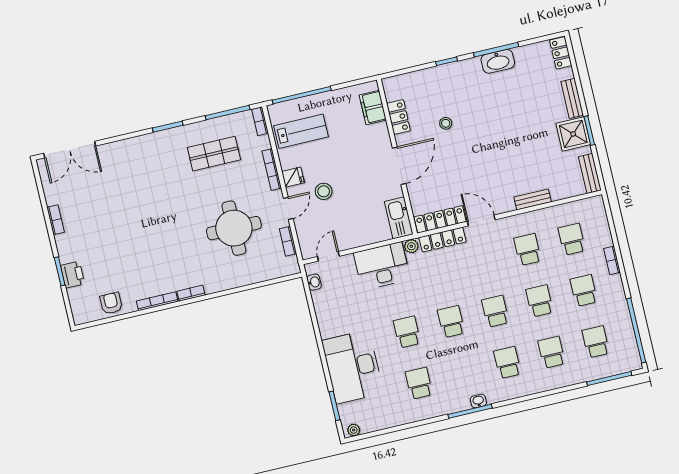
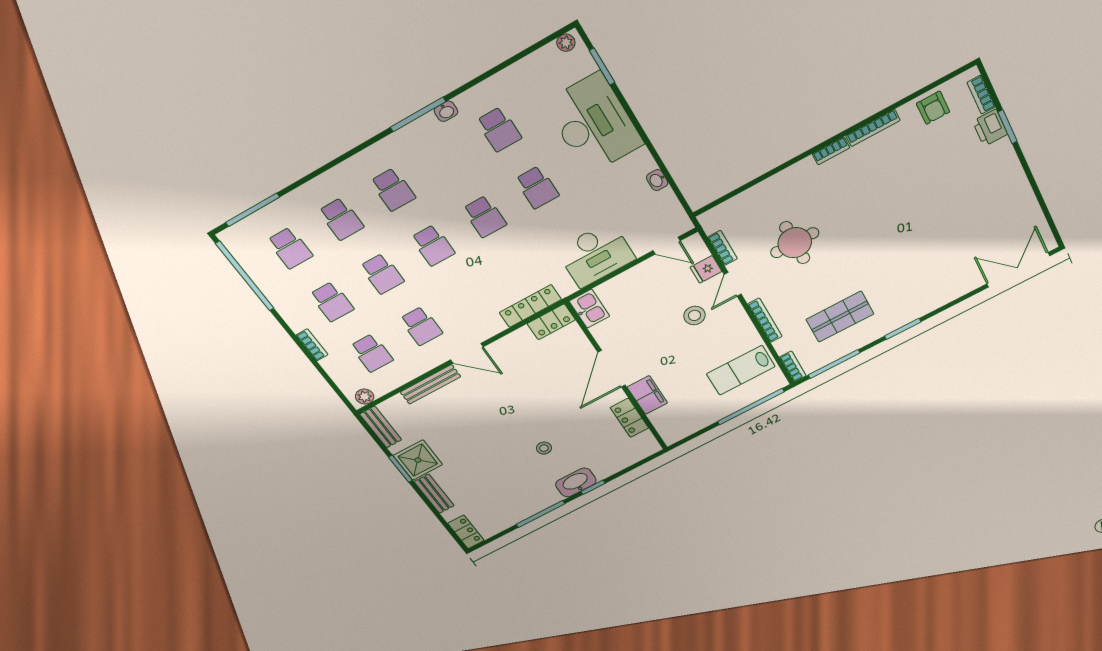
washbasin: (498, 61) -> (576, 482), moved
filing cabinet: (373, 107) -> (647, 395), moved
stool: (446, 123) -> (544, 448), moved
fridge: (293, 177) -> (706, 269), moved
bench: (533, 199) -> (430, 384), width x1.36
kitchen sink: (399, 218) -> (589, 309), width x0.73
locker: (440, 219) -> (551, 322), width x0.66
bookcase: (55, 220) -> (981, 95), moved
door: (481, 221) -> (467, 353), moved
round table: (234, 228) -> (795, 243), width x0.73, depth x0.73
plant: (411, 246) -> (365, 397), moved
door: (328, 256) -> (667, 246), hinge flipped
washbasin: (314, 282) -> (657, 180), moved
washbasin: (478, 401) -> (446, 111), moved

